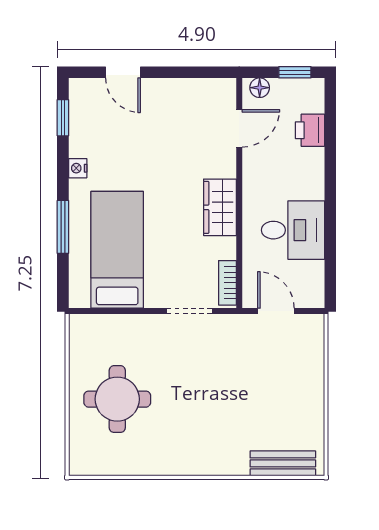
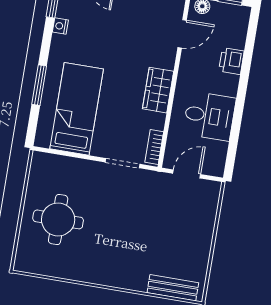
printer: (310, 130) -> (231, 61), moved
nightstand: (78, 168) -> (60, 26), moved
door: (276, 311) -> (187, 174), hinge flipped

